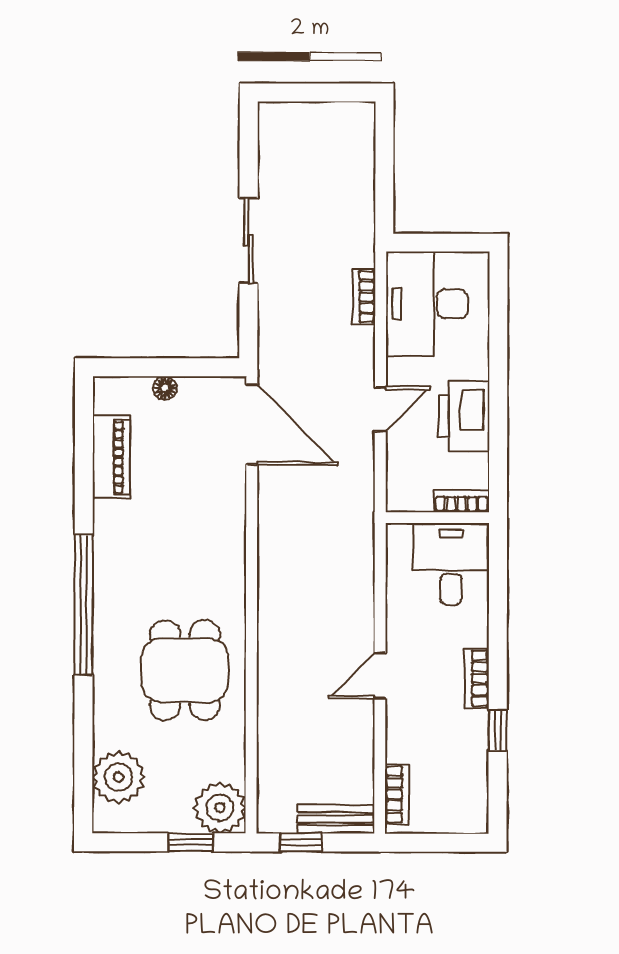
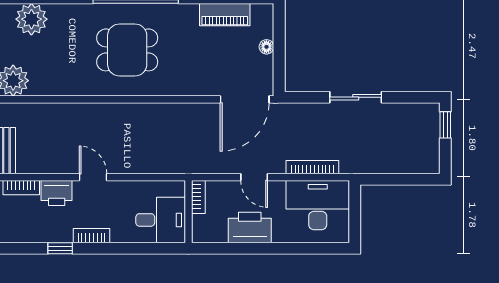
window: (295, 92) -> (445, 125), added
bookcase: (364, 297) -> (312, 167), width x1.56
bookcase: (462, 501) -> (198, 197), moved
dining table: (185, 670) -> (127, 50), moved
printer: (406, 736) -> (57, 193), added

